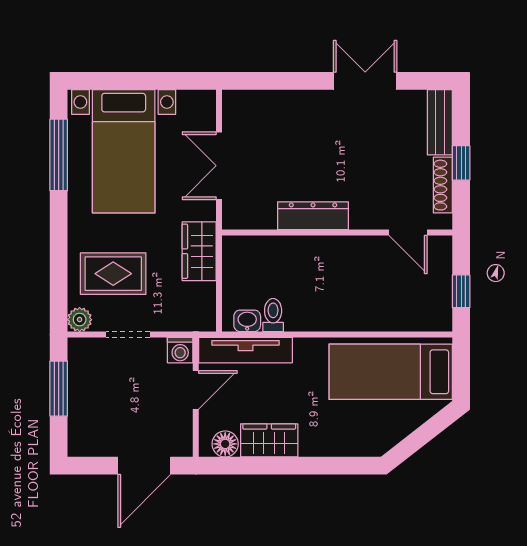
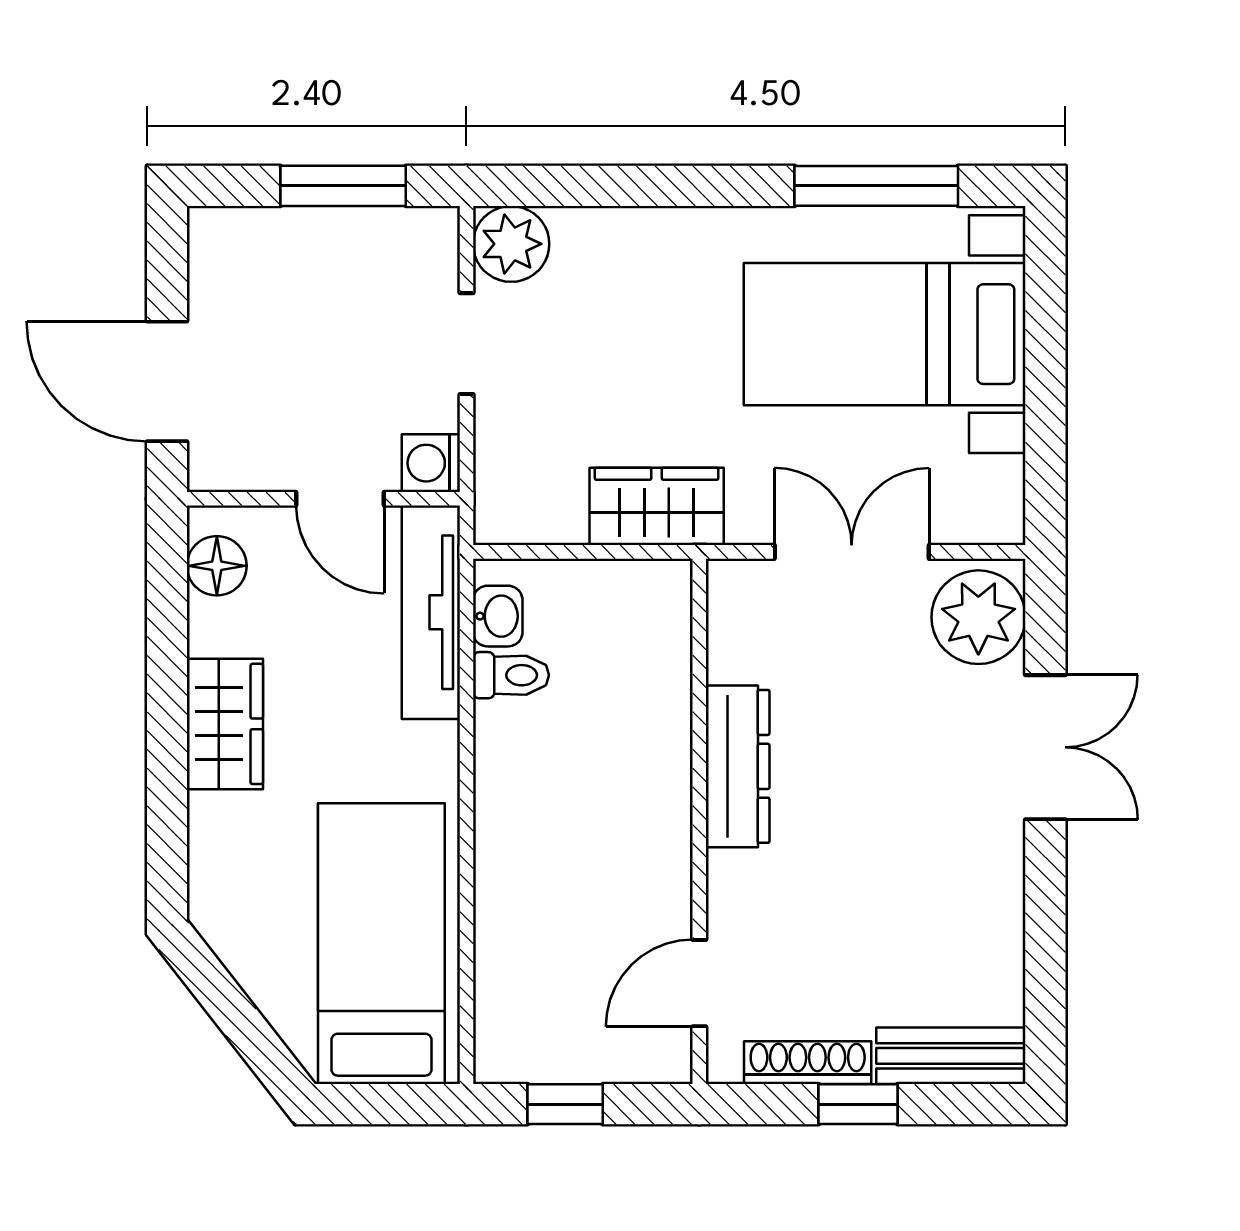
double door: (365, 81) -> (1045, 747), moved
plant: (248, 110) -> (978, 617), added
rug: (113, 274) -> (605, 310), removed
plant: (80, 320) -> (511, 244), width x1.38, depth x1.38
wardrobe: (269, 440) -> (225, 724), moved

